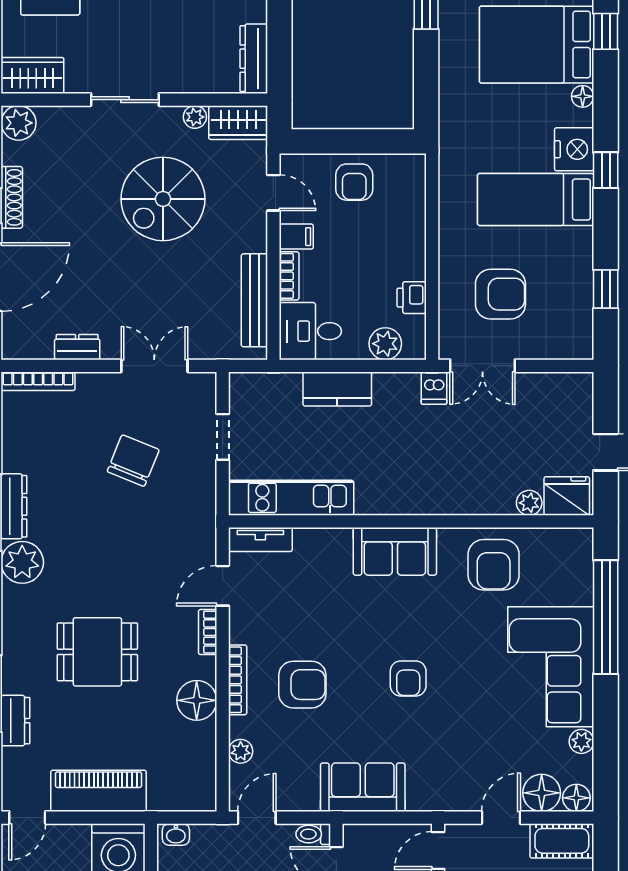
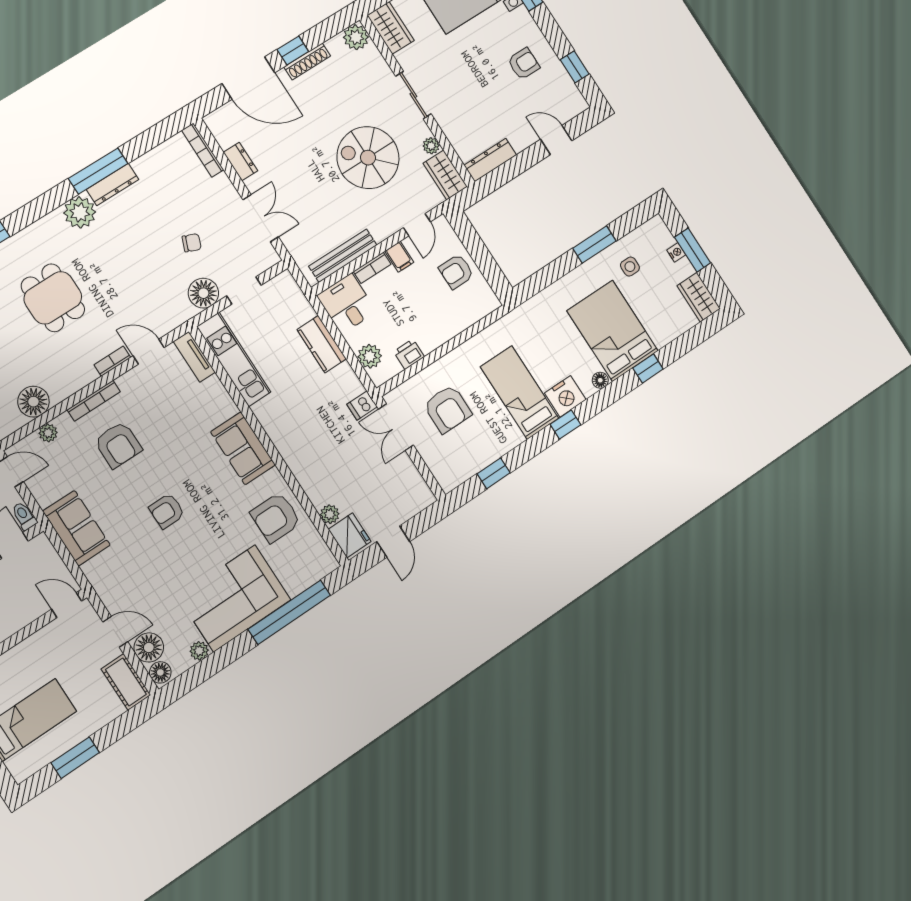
chair: (133, 461) -> (192, 243), width x0.54, depth x0.54
floor lamp: (197, 484) -> (203, 293), added
floor lamp: (197, 700) -> (33, 402), moved

